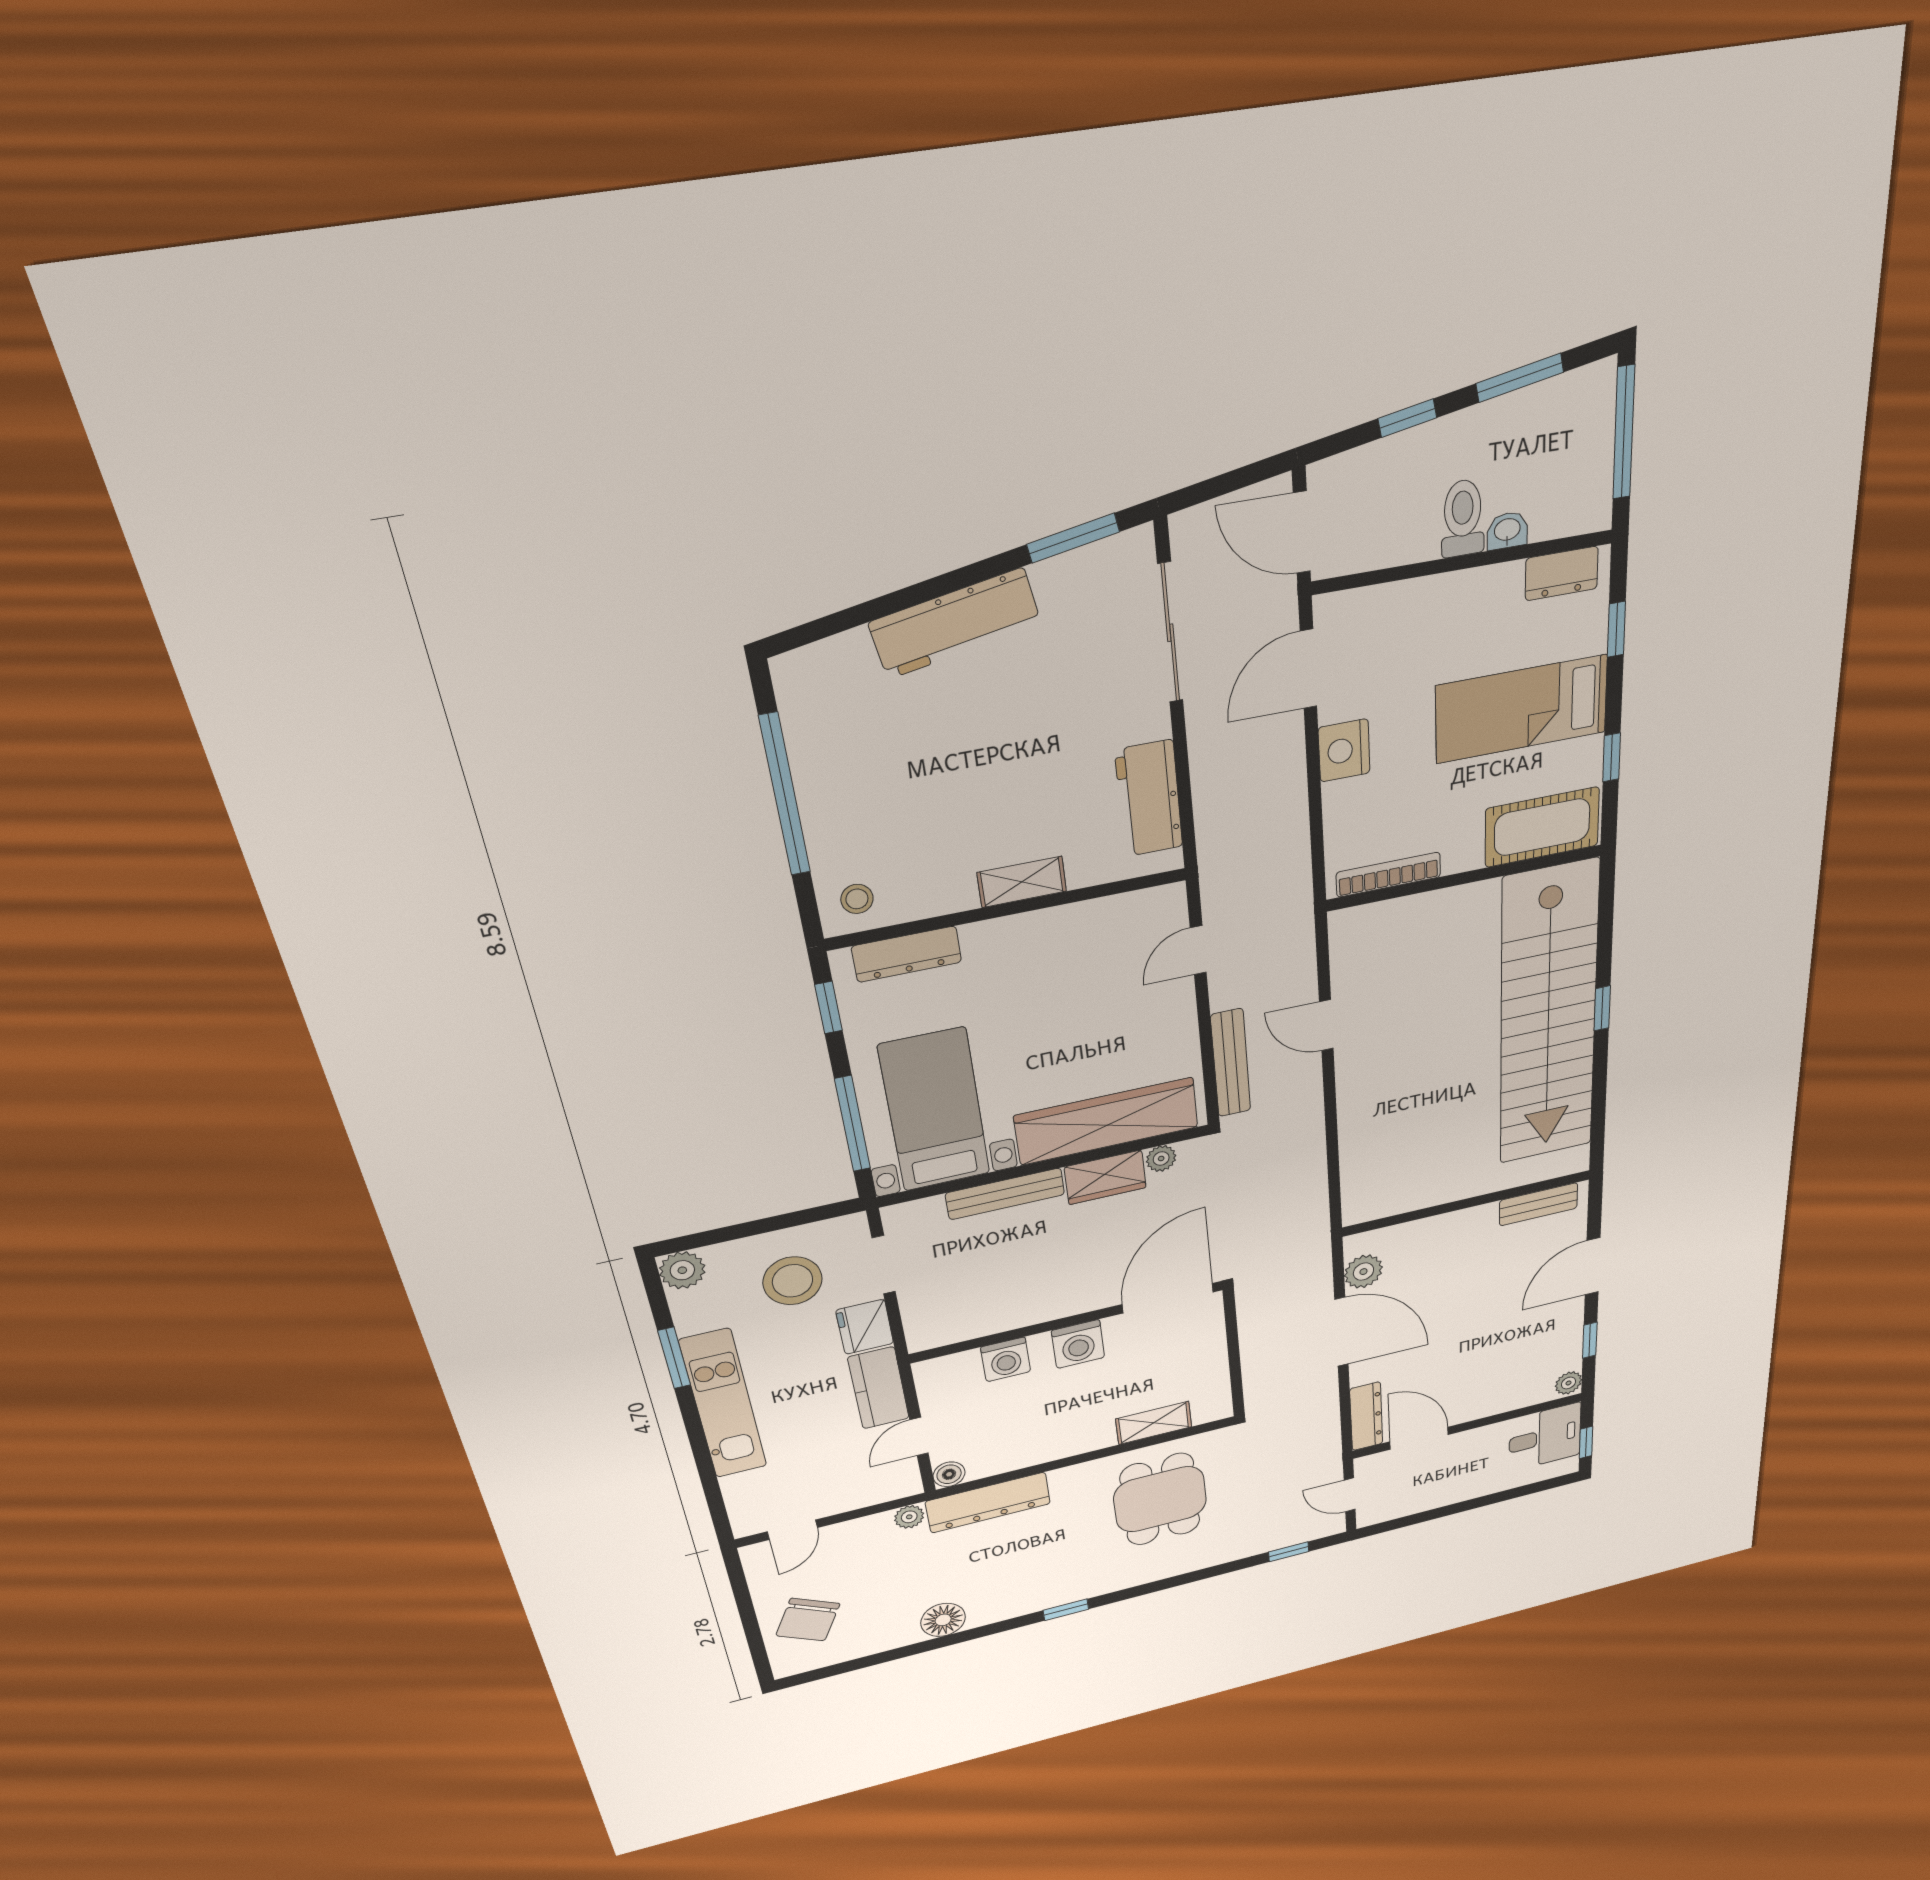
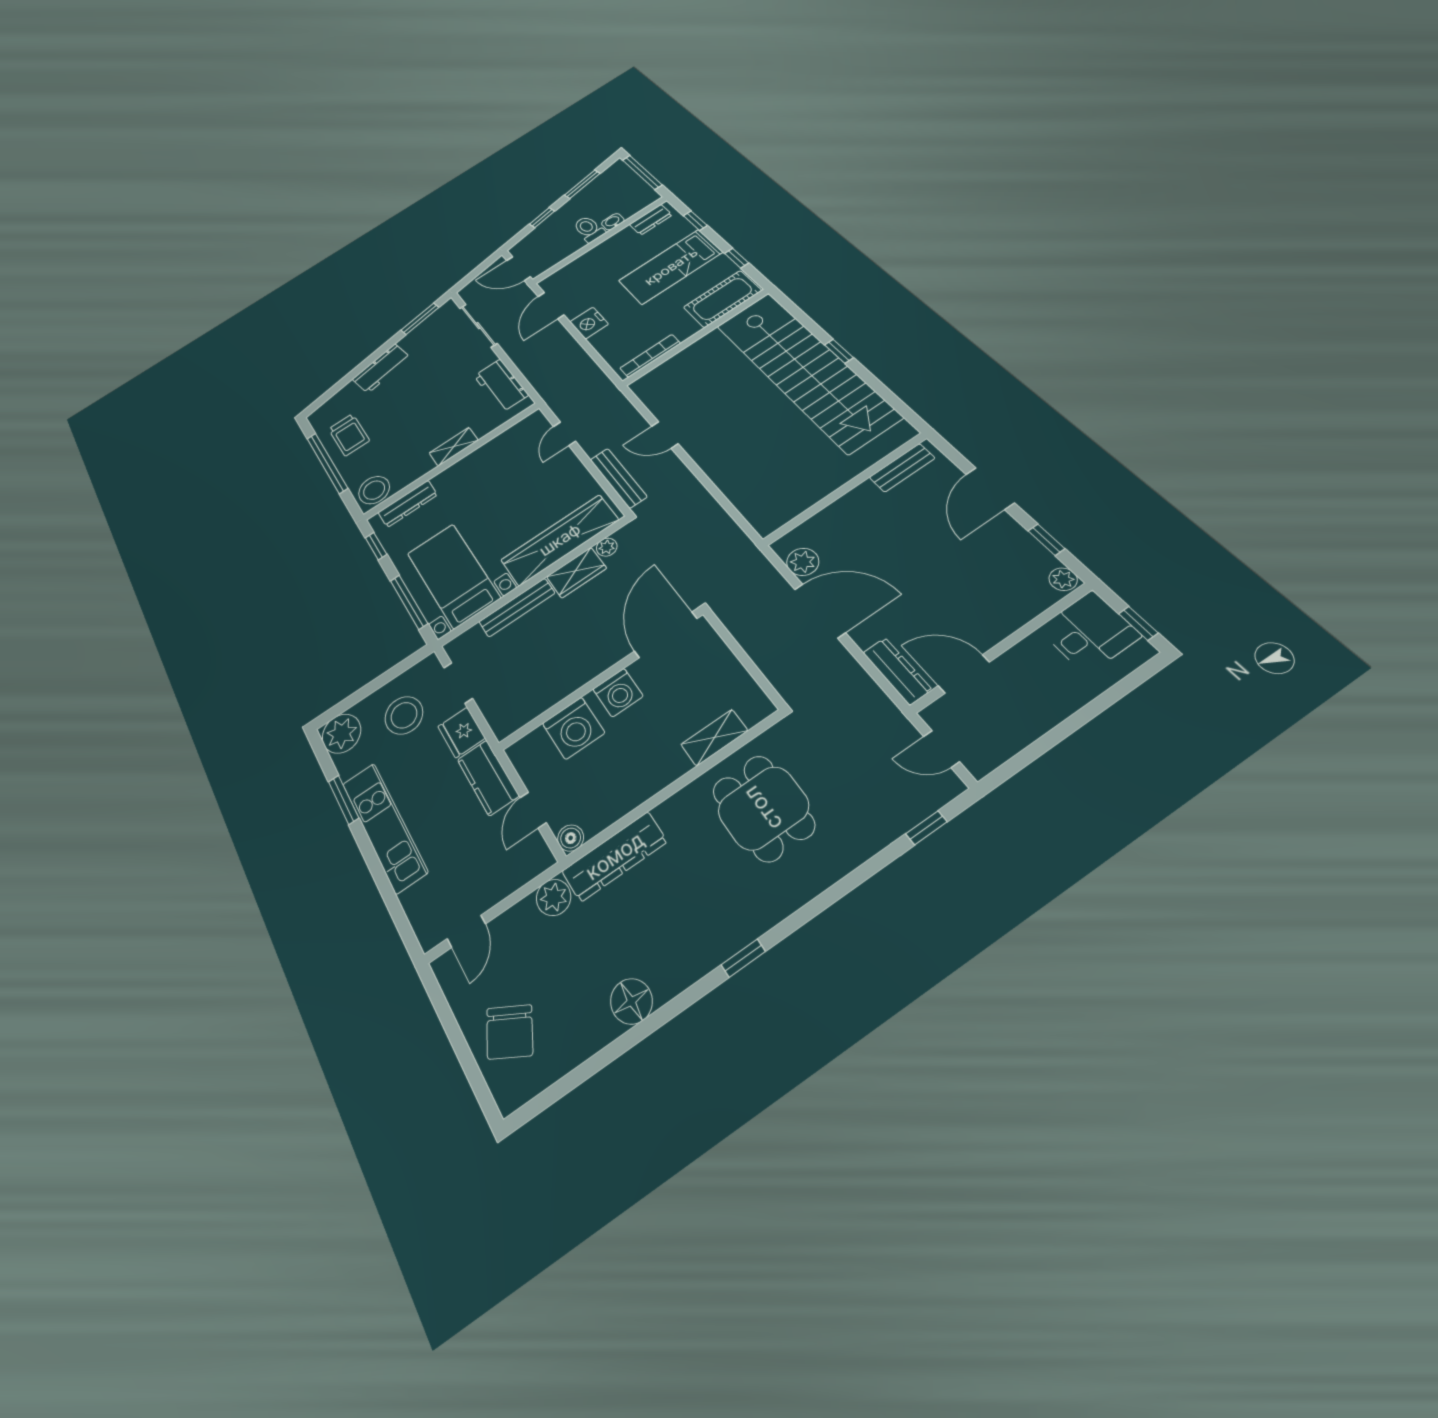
workbench: (955, 623) -> (381, 368), width x0.73
trolley: (844, 752) -> (349, 435), added
stool: (857, 899) -> (374, 490), width x1.89, depth x1.89
plant: (682, 1270) -> (342, 734), width x1.36, depth x1.36
washing machine: (1006, 1359) -> (574, 728), width x1.37, depth x1.37
plant: (909, 1517) -> (554, 897), width x1.38, depth x1.38

